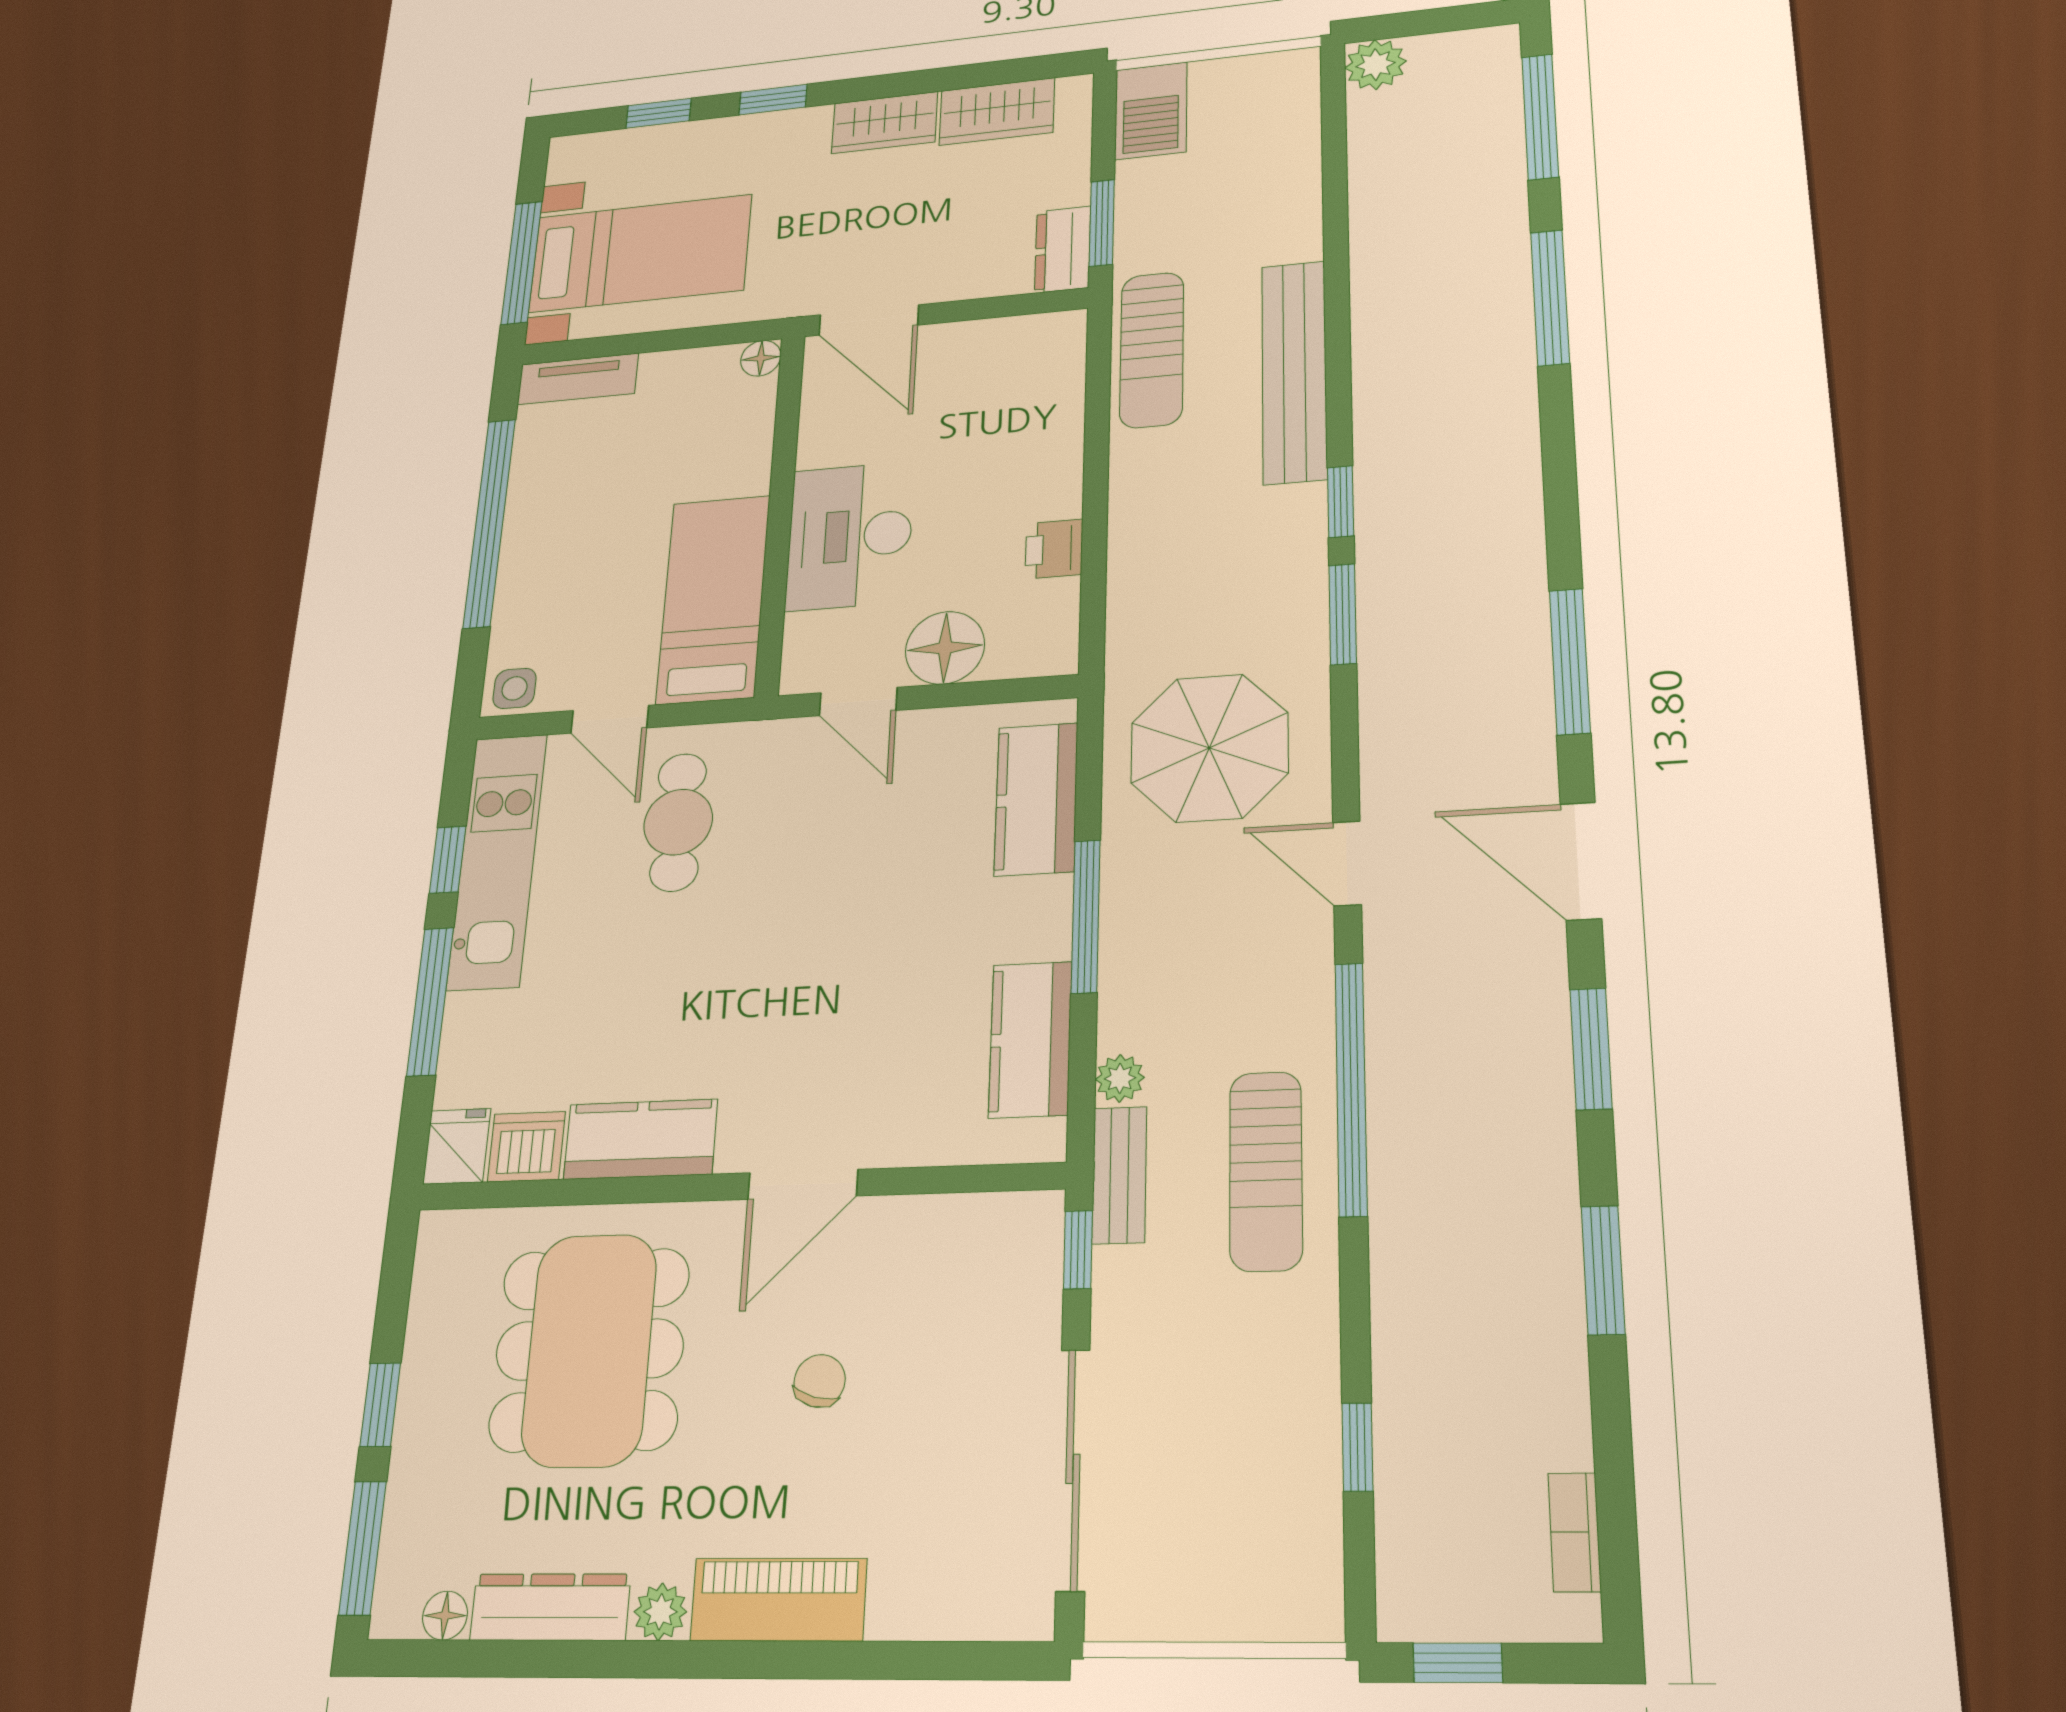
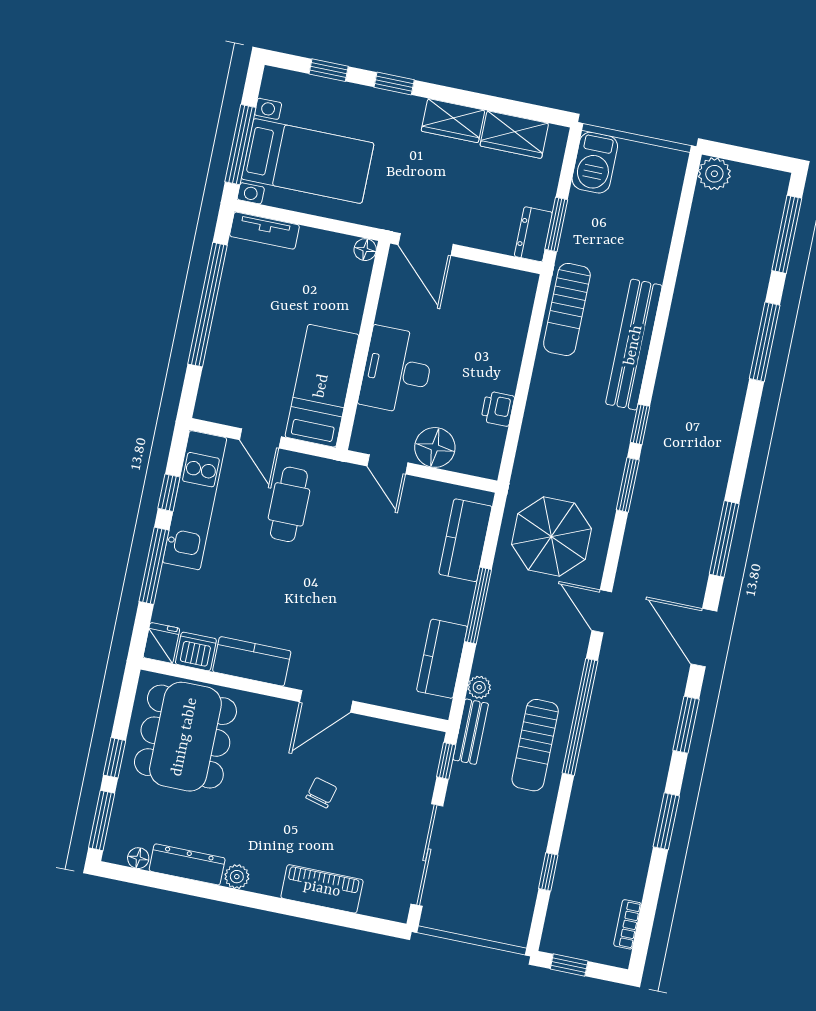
side table: (515, 688) -> (212, 407), removed
dining table: (589, 1350) -> (185, 737), moved
piano: (778, 1600) -> (322, 889), moved

